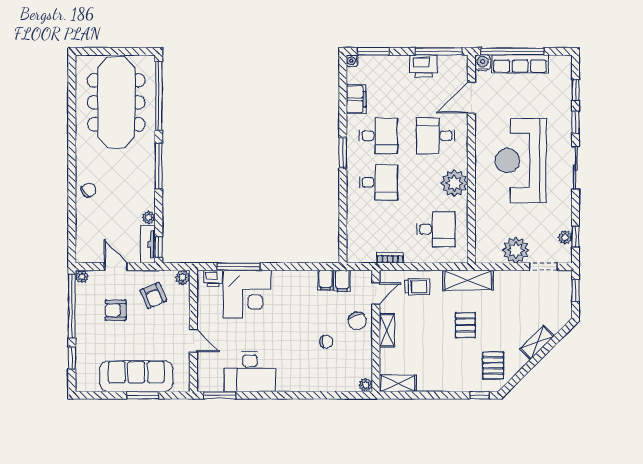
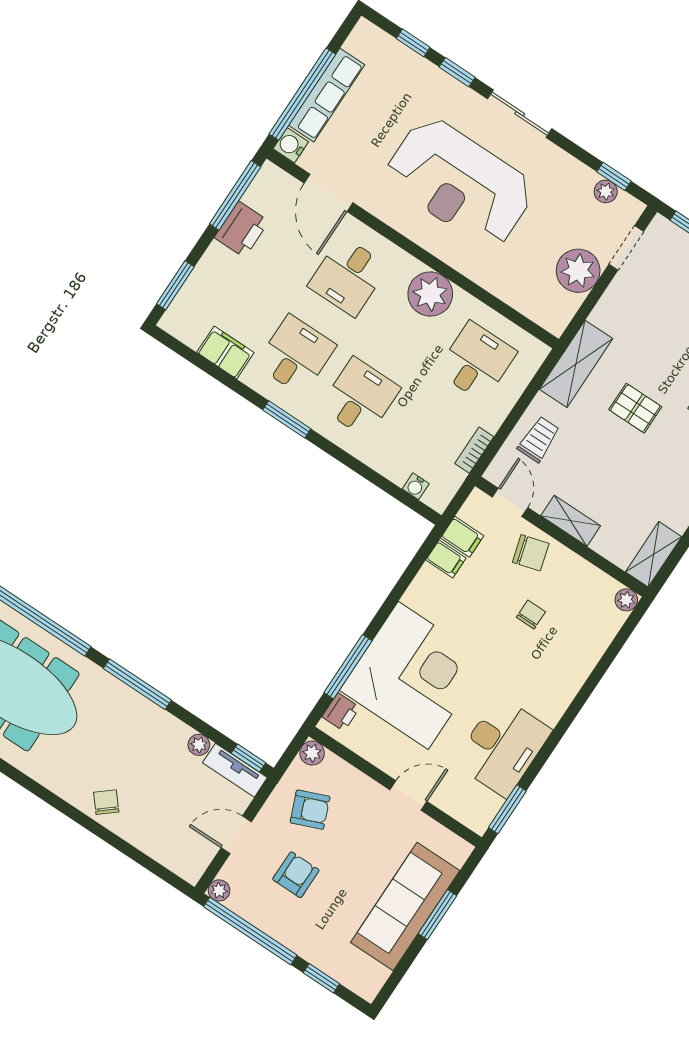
water cooler: (352, 61) -> (416, 486), moved
corner desk: (247, 294) -> (413, 675), width x1.36, depth x1.36
armchair: (116, 310) -> (296, 875), turned 180

